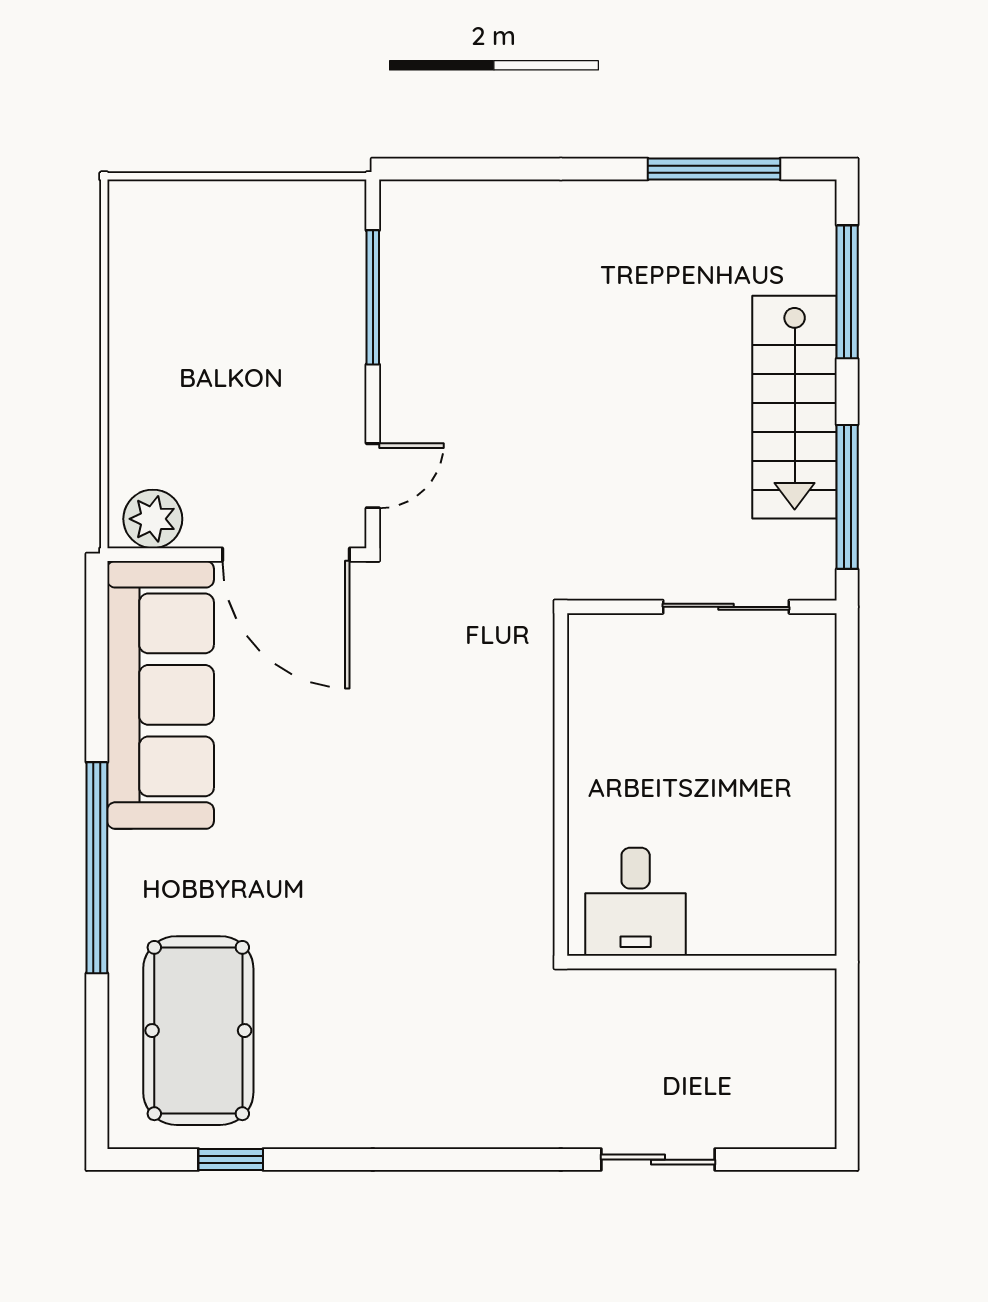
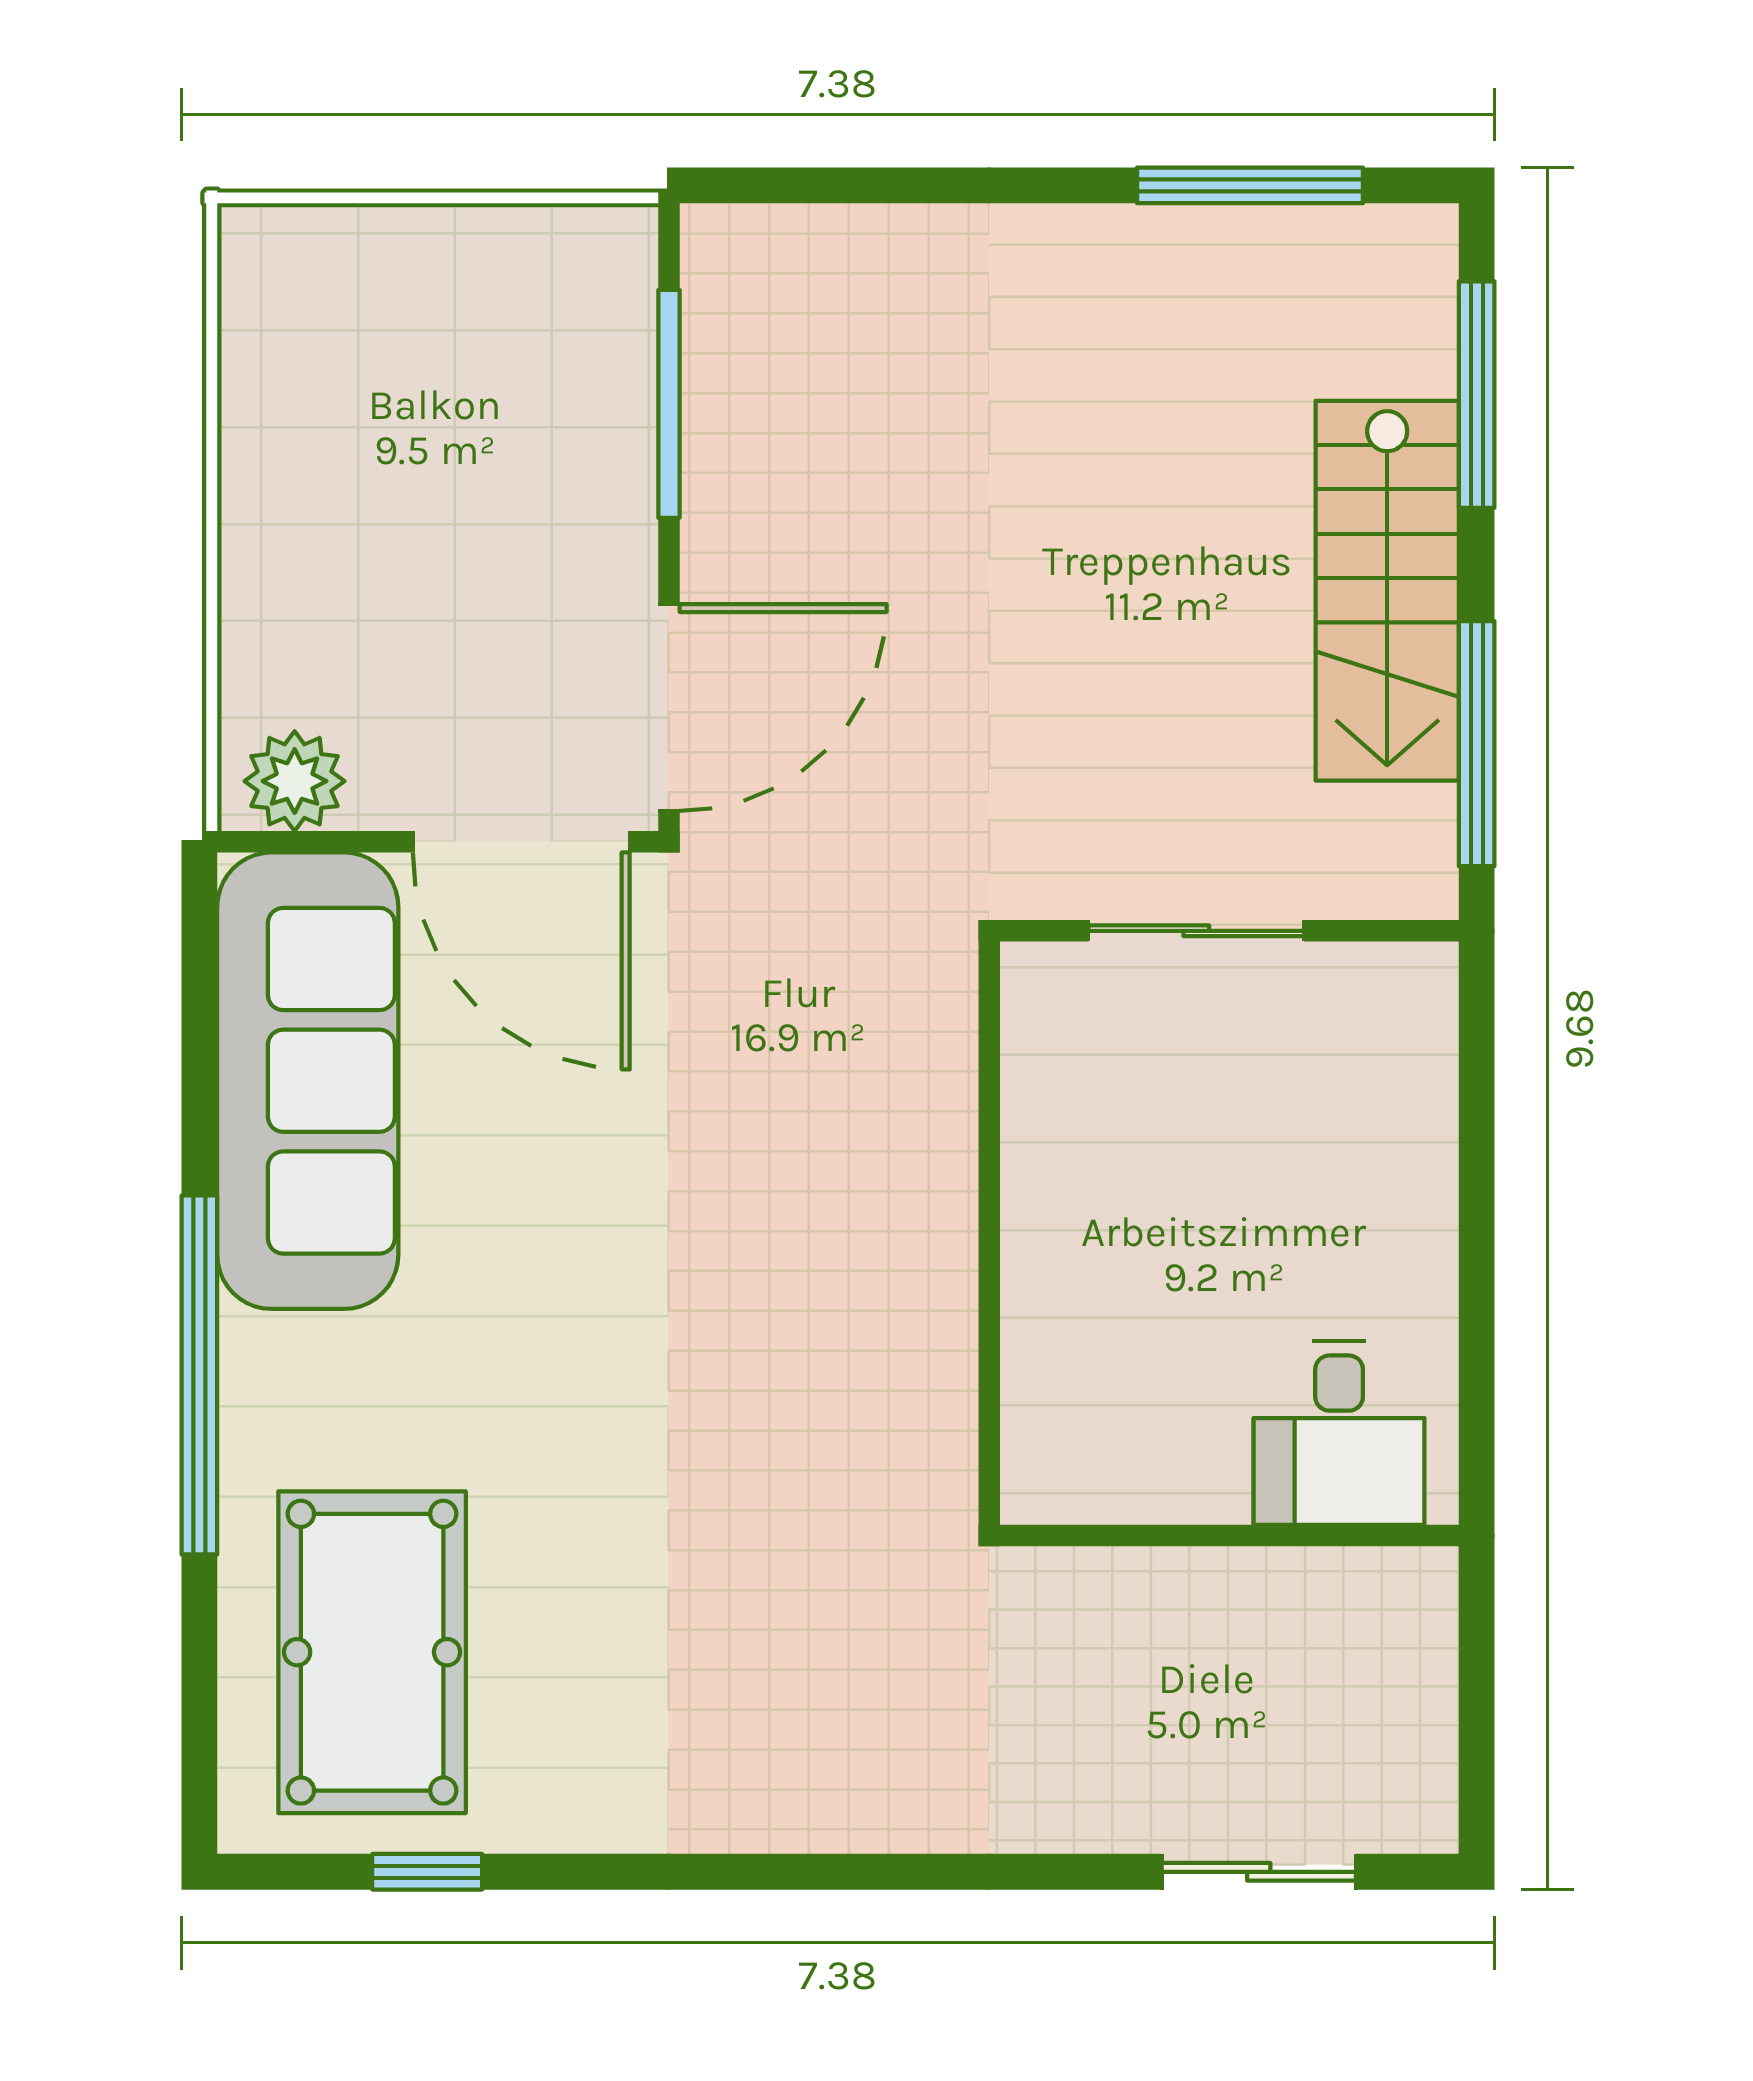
door: (373, 476) -> (669, 707), width x1.88
sliding door: (726, 607) -> (1196, 931), moved
desk: (636, 902) -> (1339, 1433), moved
sliding door: (658, 1160) -> (1259, 1872), moved

